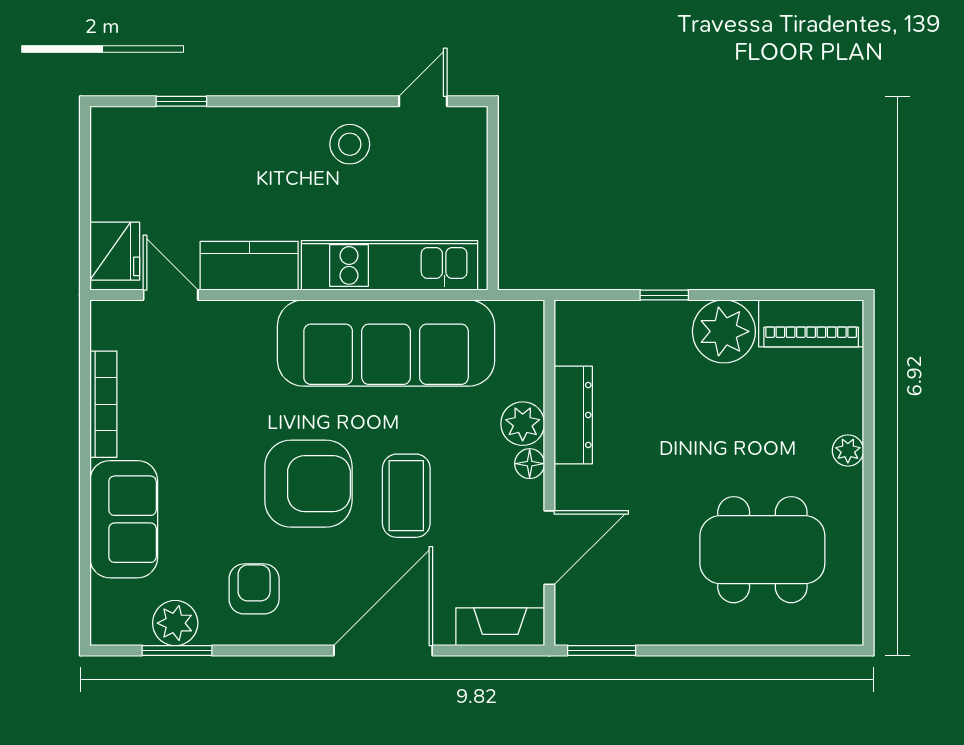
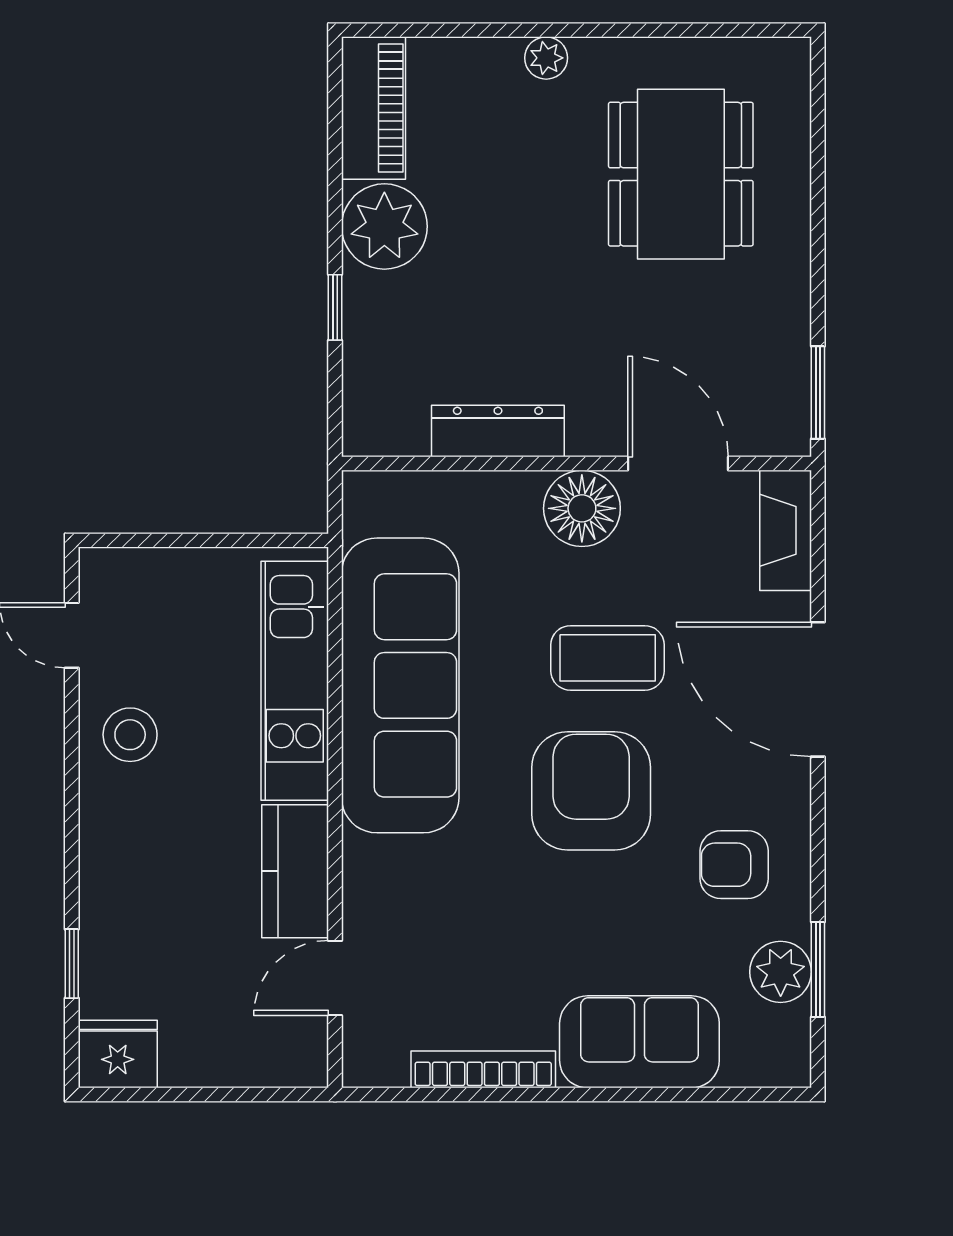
fridge: (115, 251) -> (118, 1054), moved
plant: (523, 424) -> (510, 500), removed
floor lamp: (530, 464) -> (582, 508), width x1.89, depth x1.89

